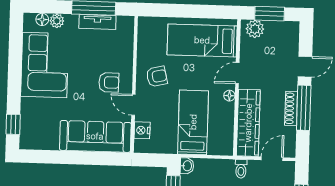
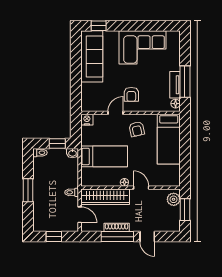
floor lamp: (42, 19) -> (176, 104), moved
plant: (57, 21) -> (175, 55), removed
bed: (202, 40) -> (169, 139), moved, turned 180
nightstand: (142, 130) -> (87, 120), moved
sofa: (95, 136) -> (92, 56), moved

